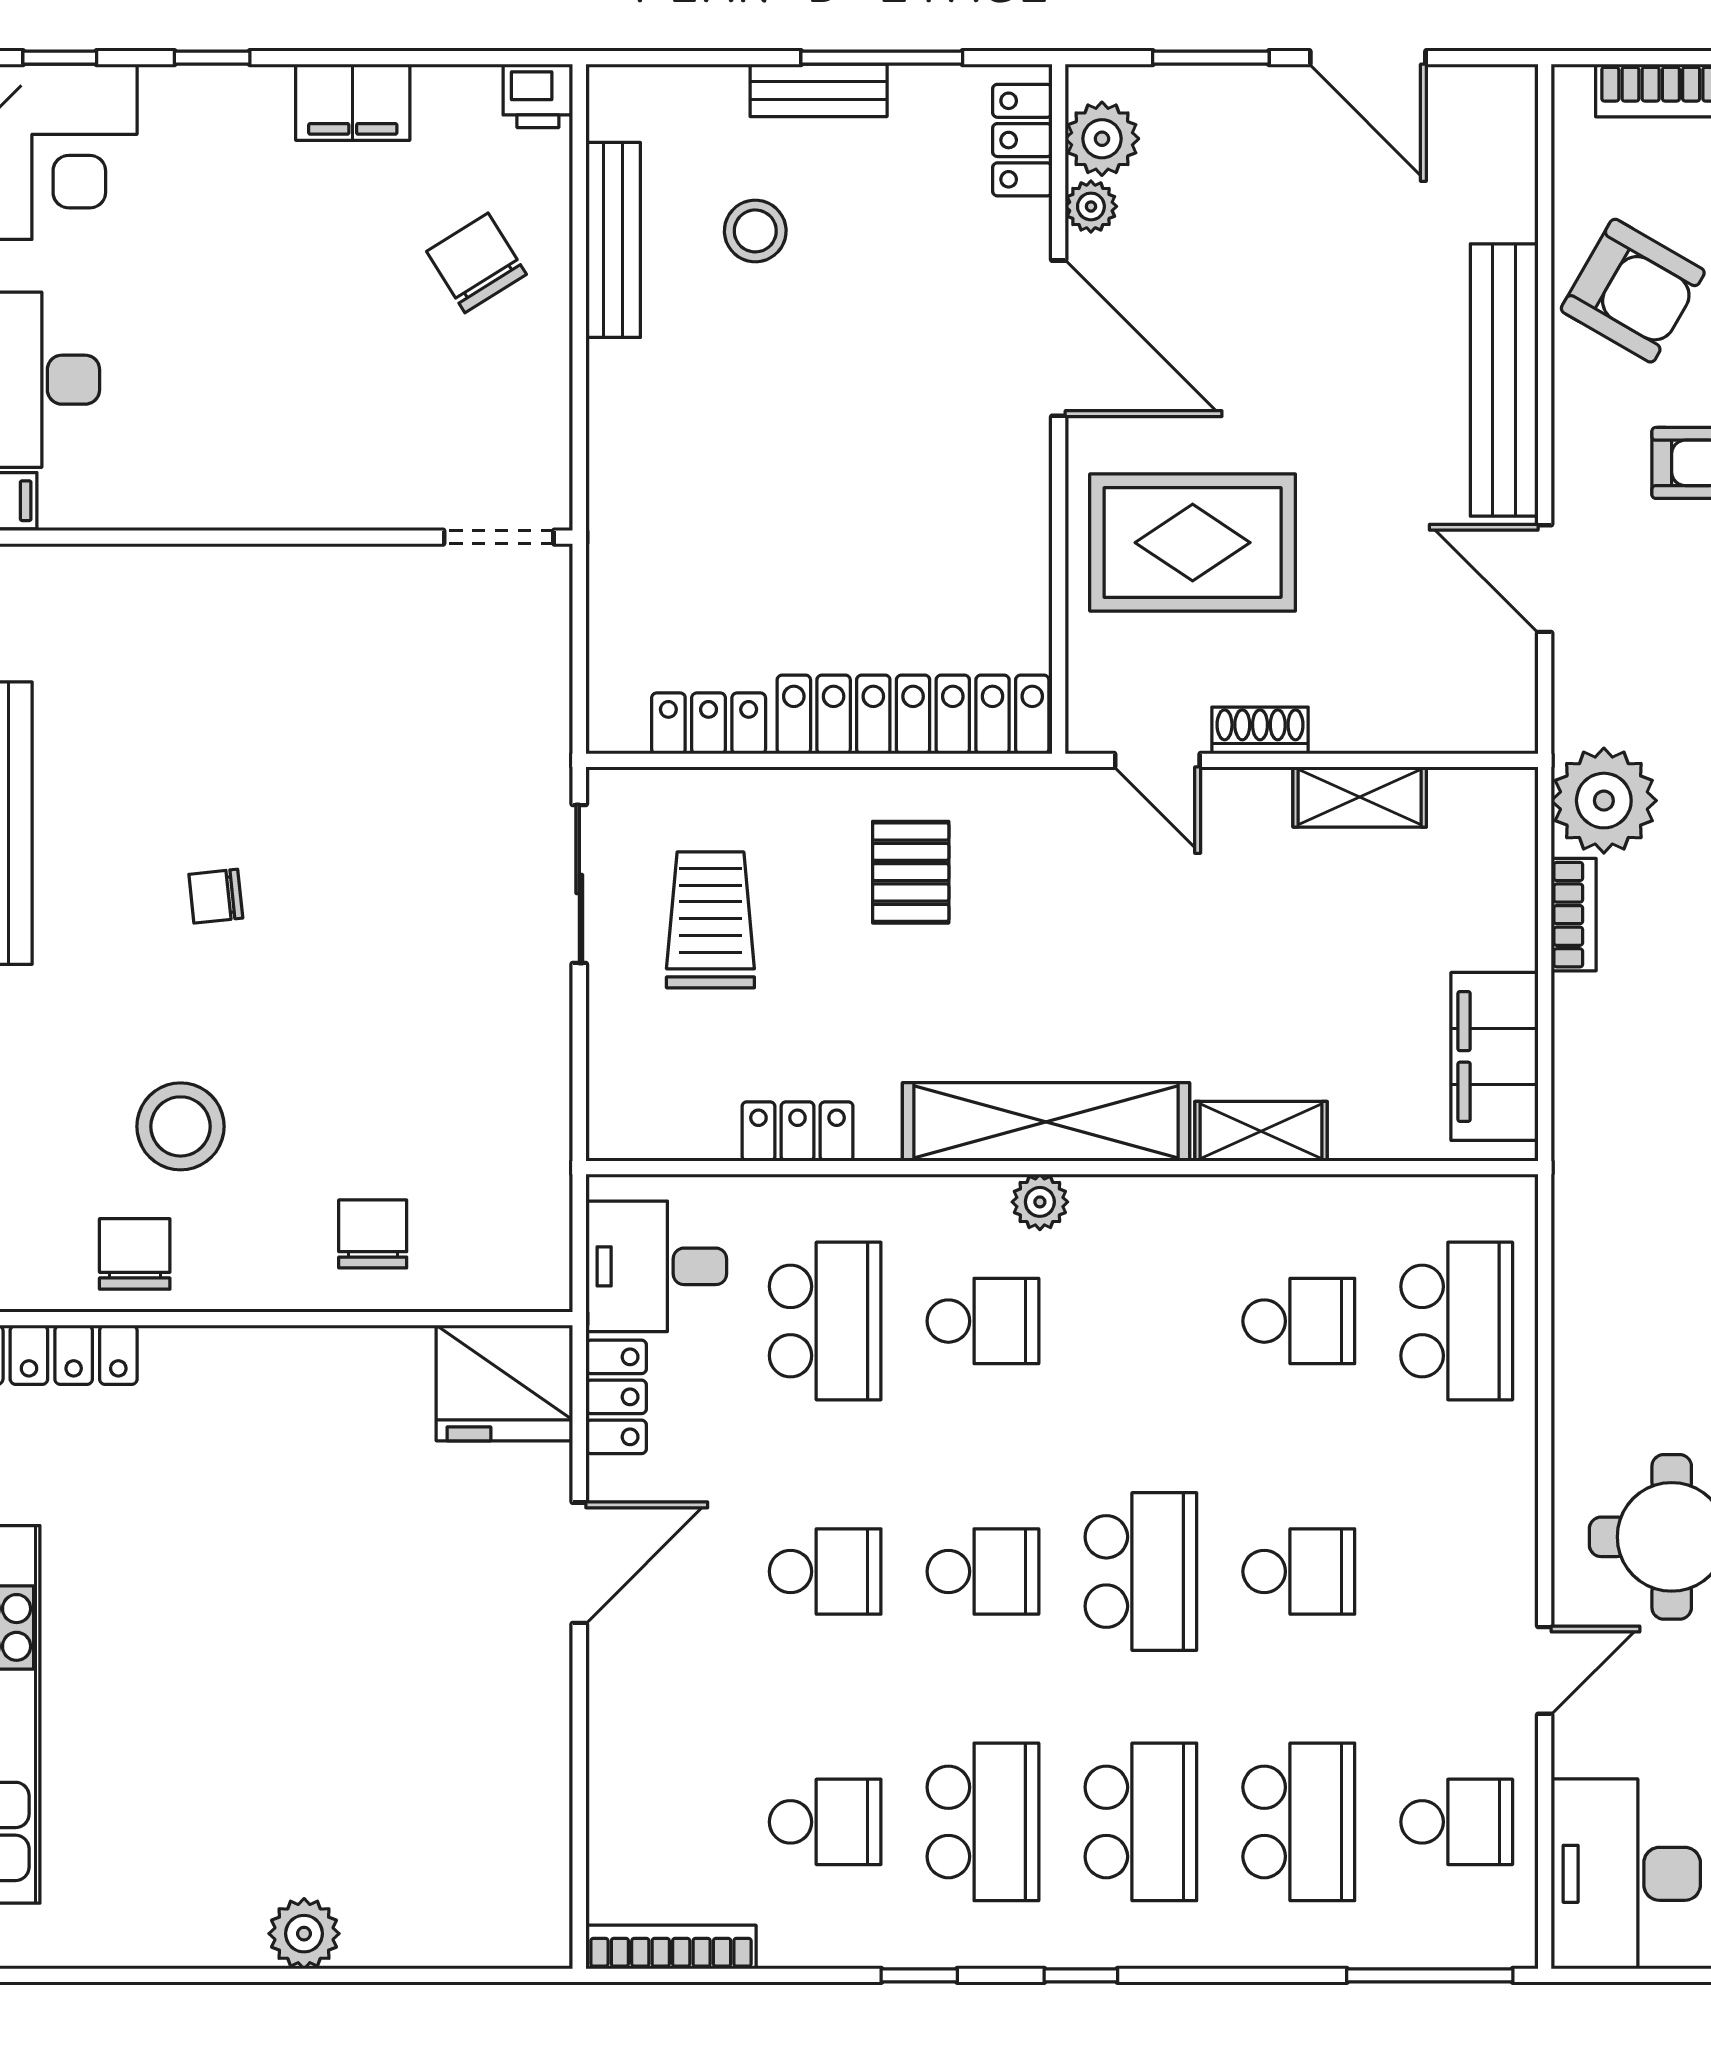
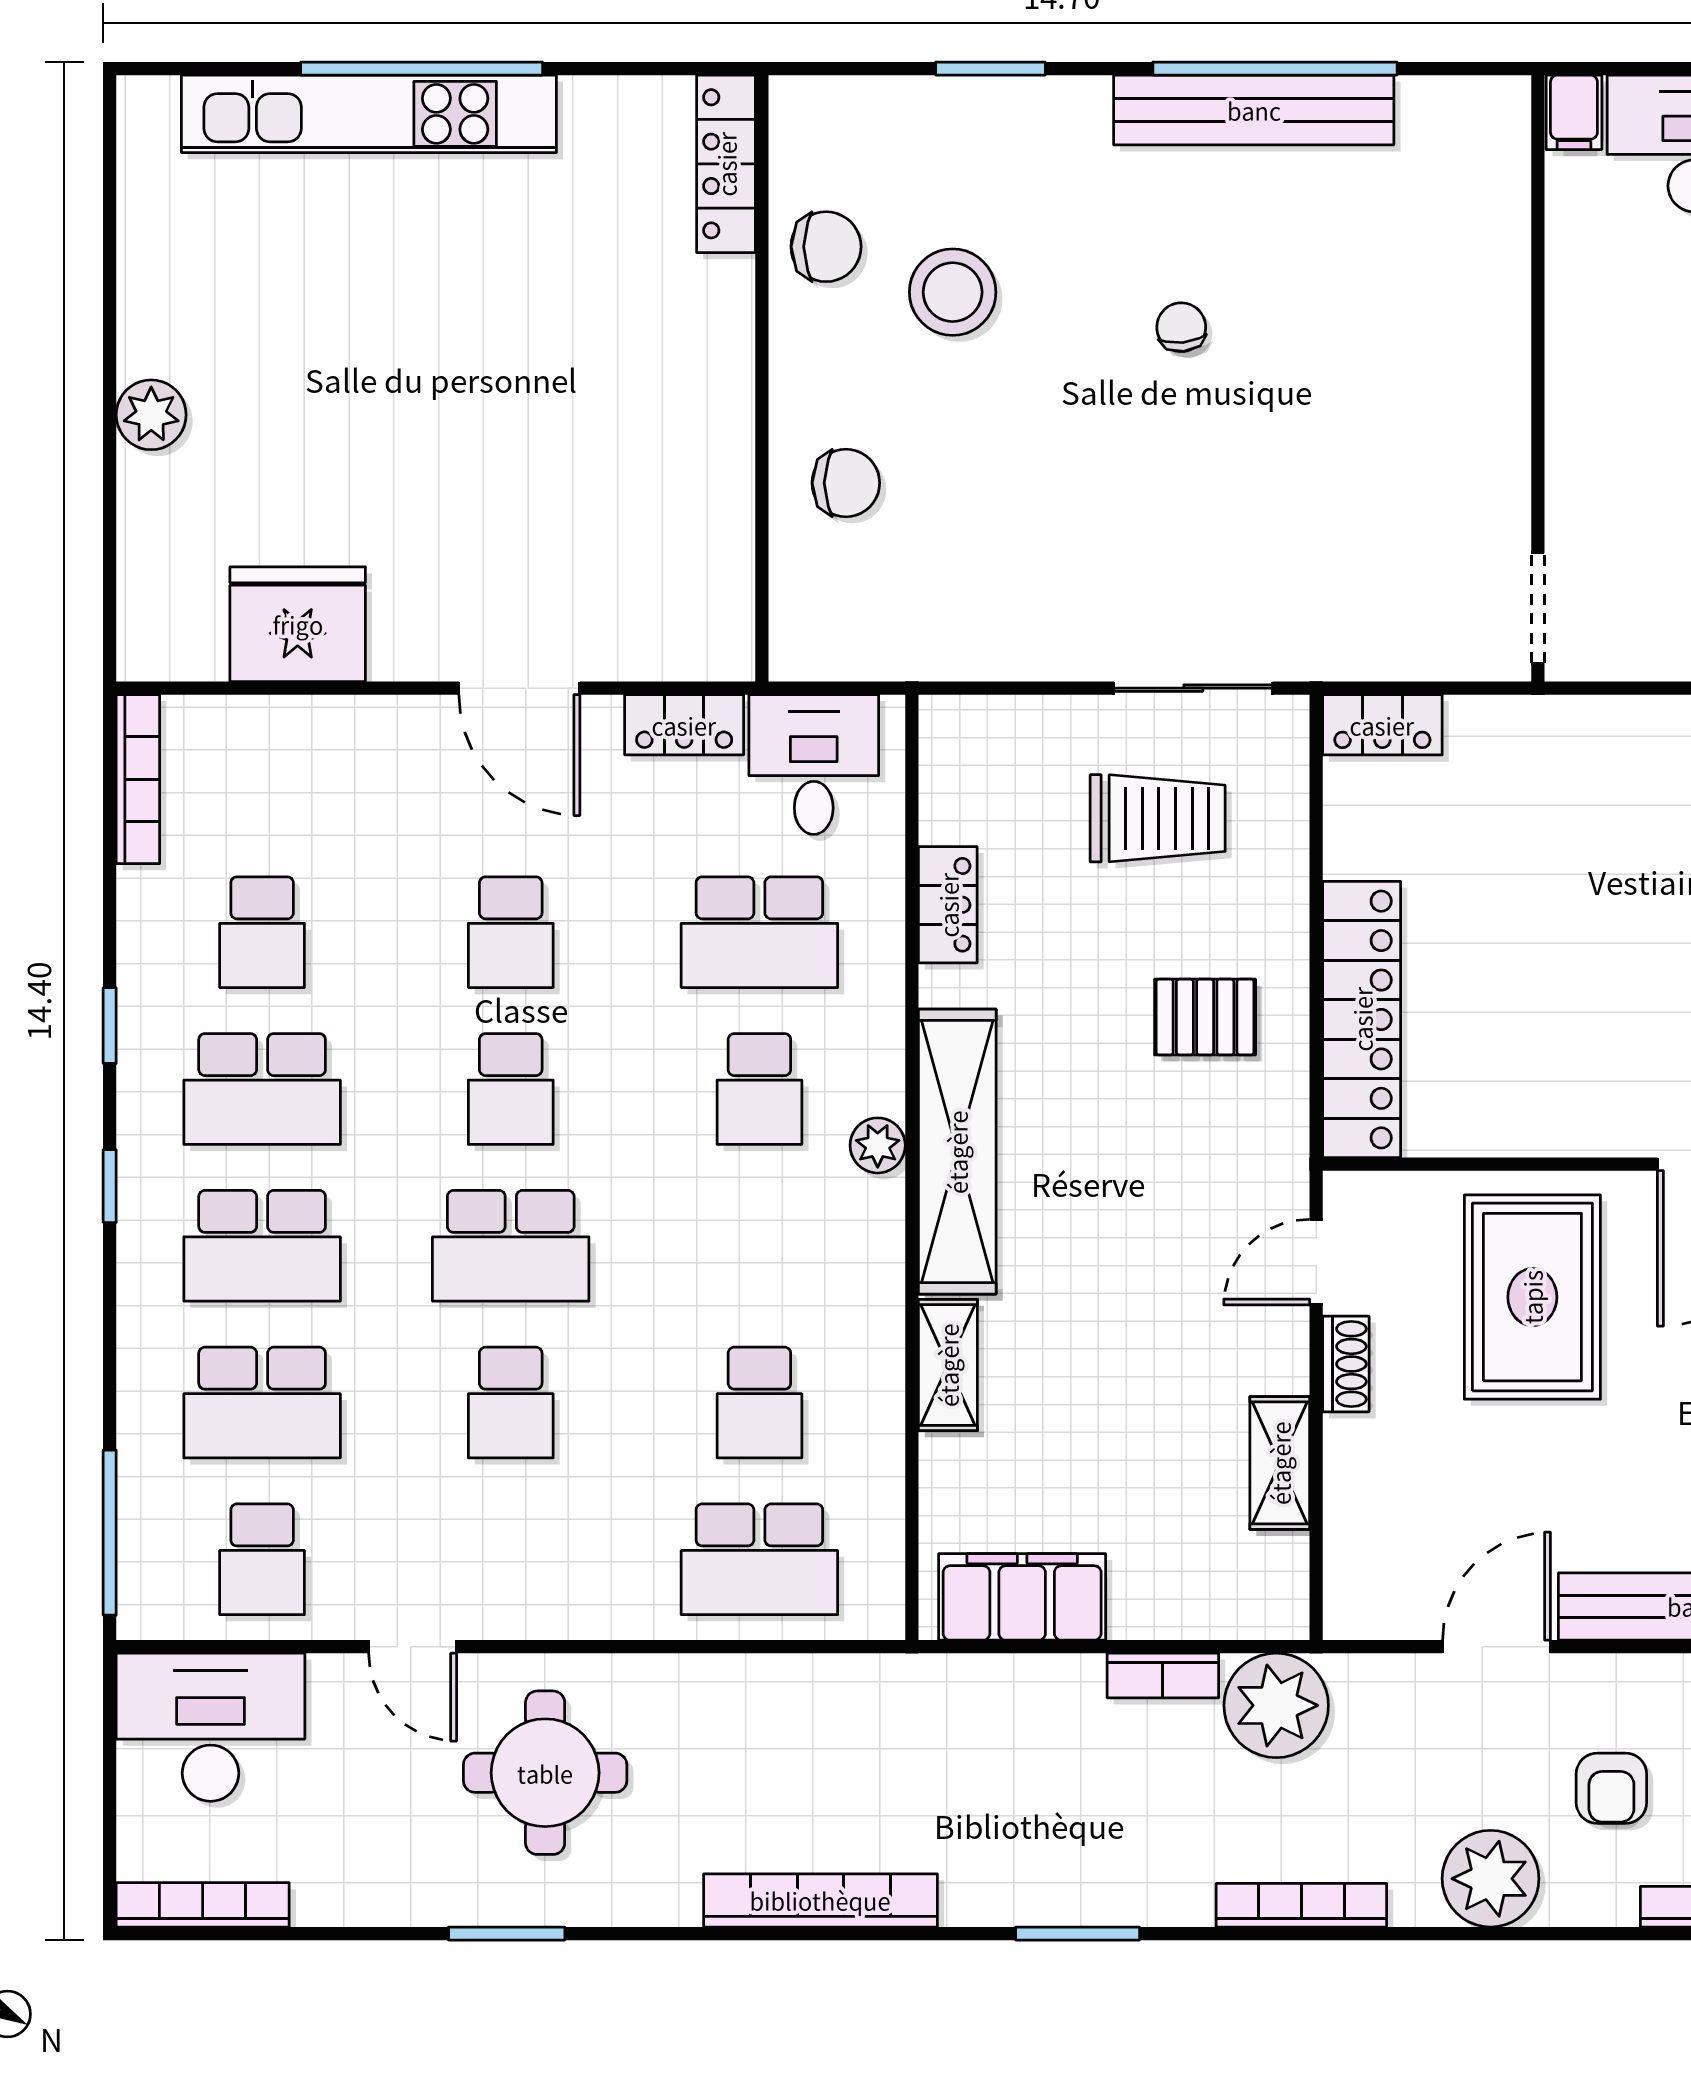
locker: (709, 723) -> (1382, 725), moved, turned 90
fridge: (504, 1383) -> (298, 624), moved, turned 90

